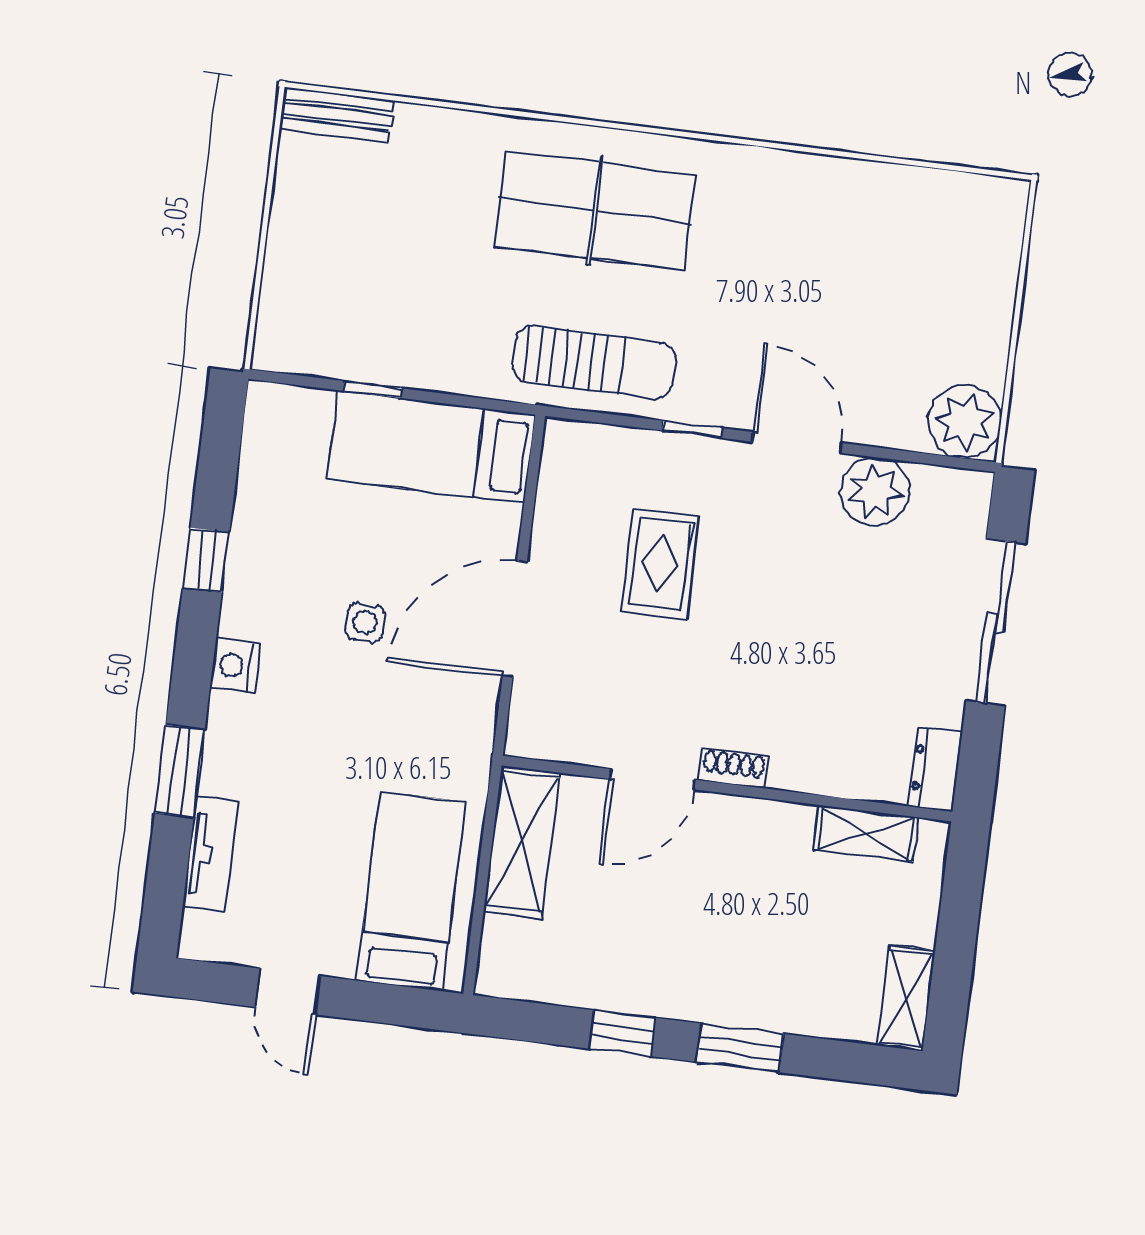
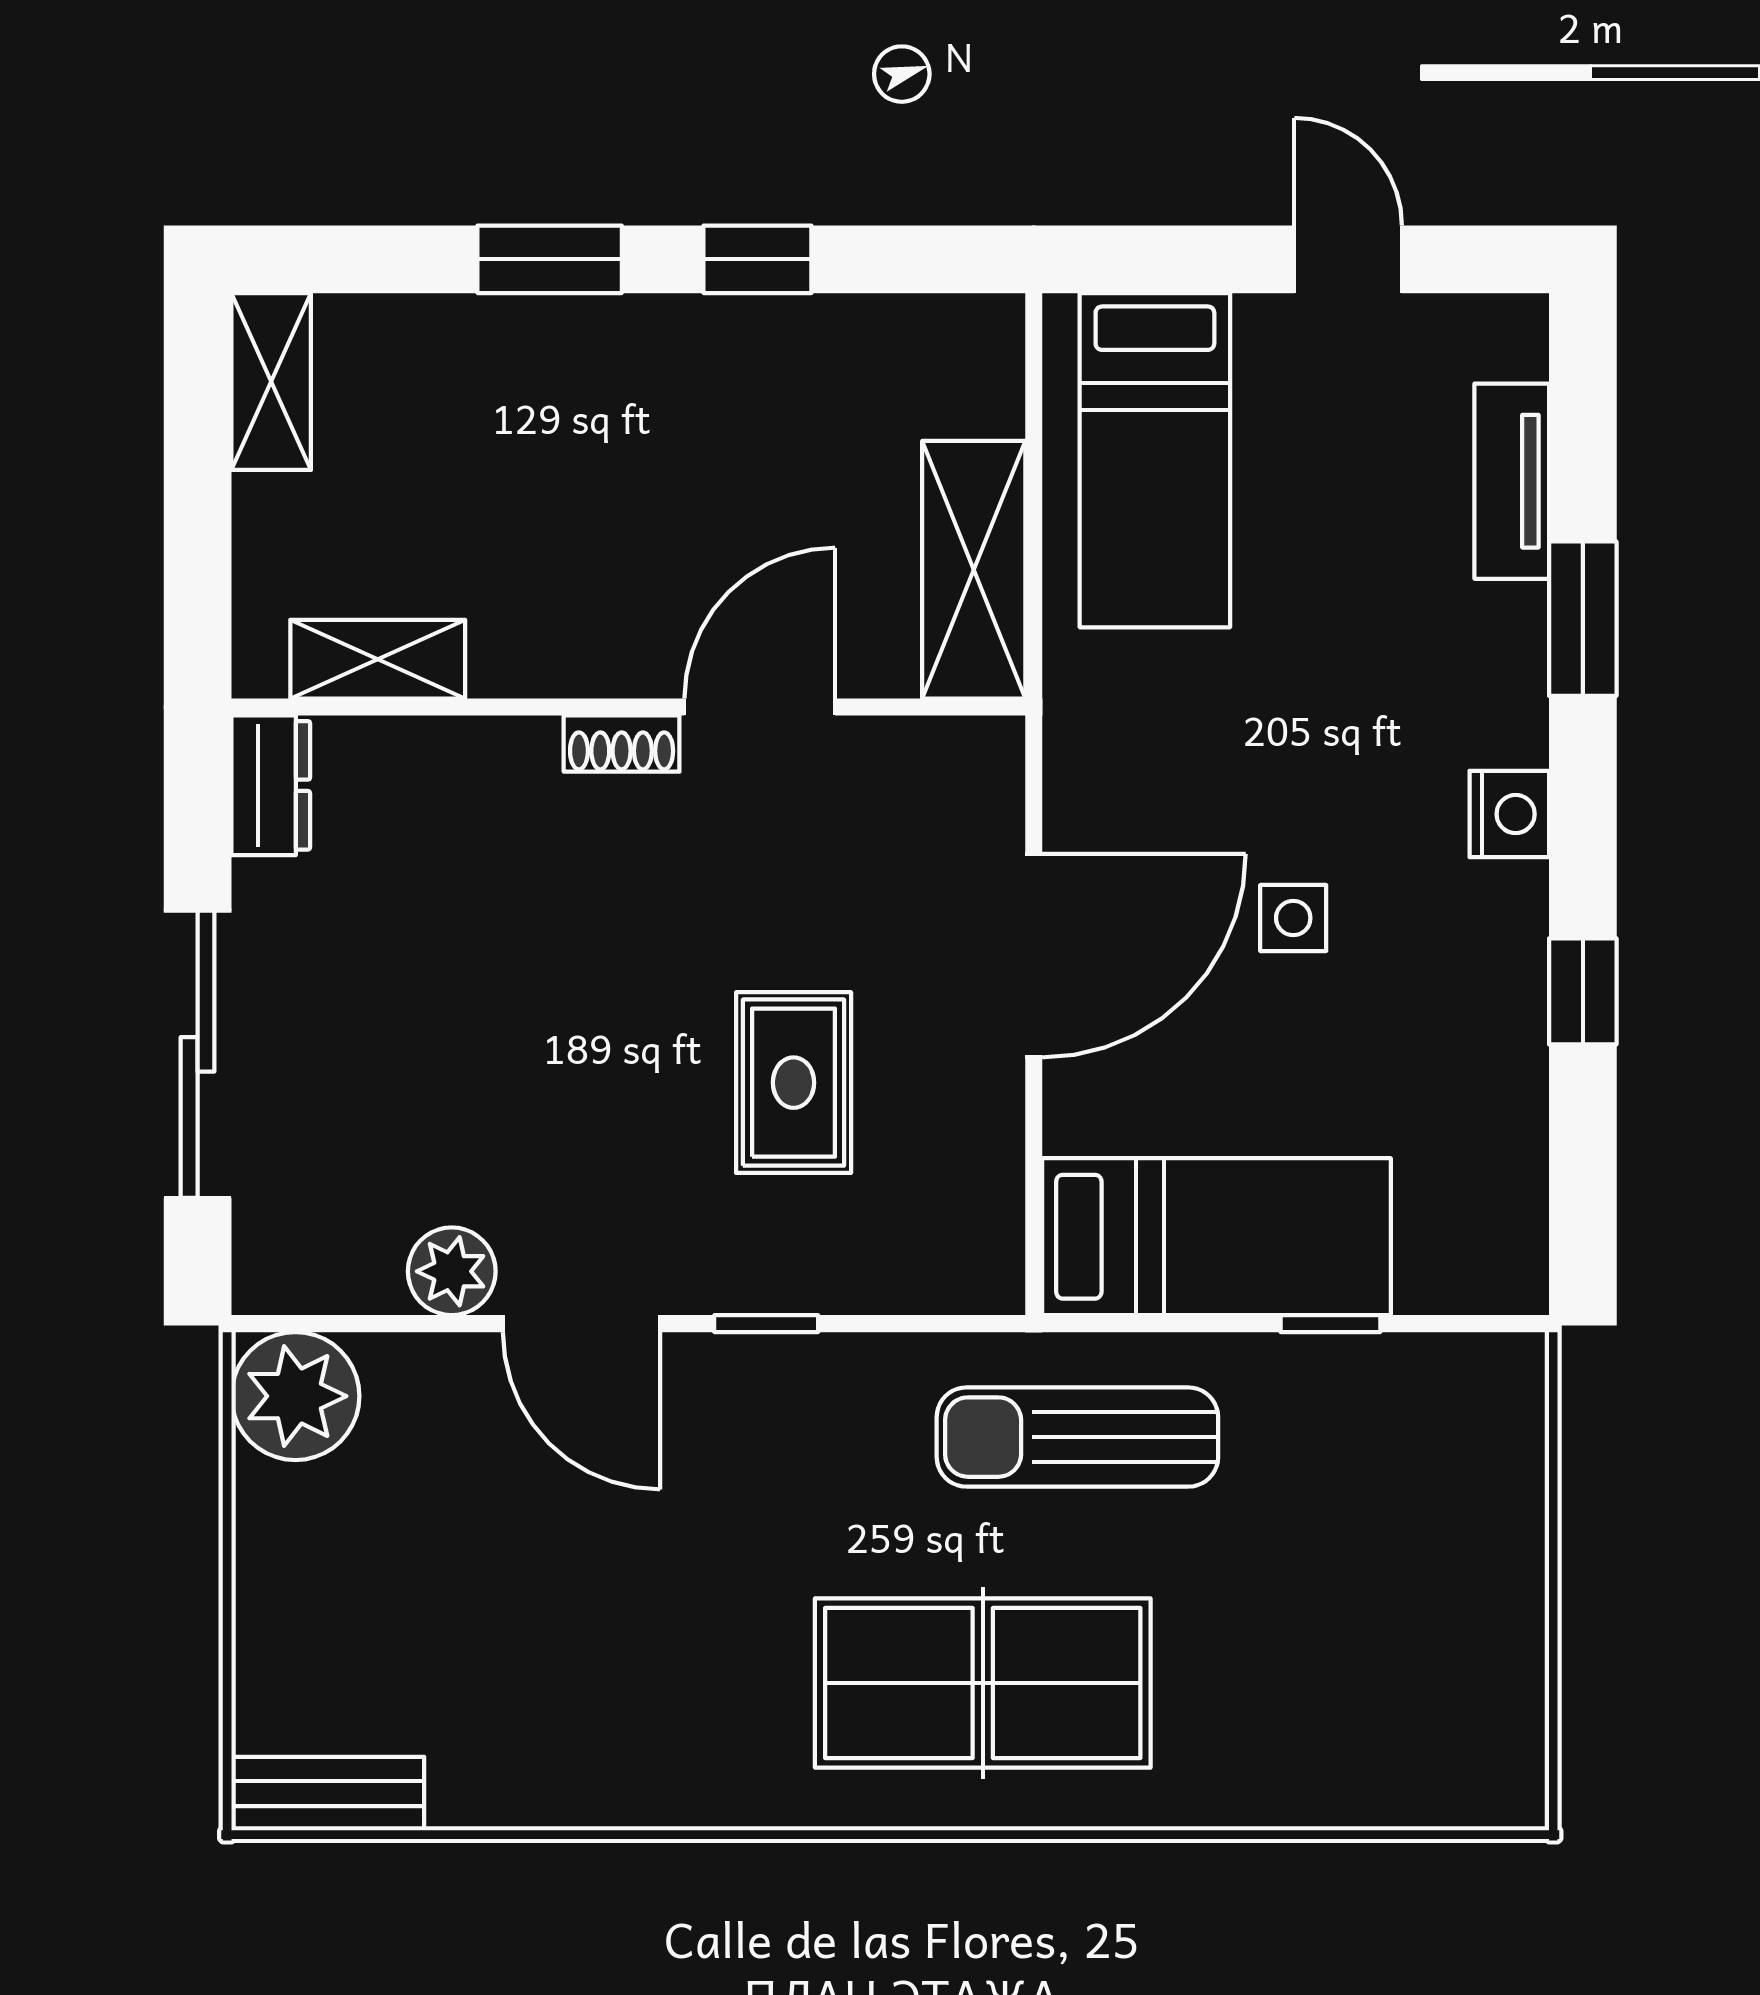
bench: (337, 115) -> (328, 1794), moved
sun lounger: (594, 362) -> (1077, 1437), moved
plant: (875, 491) -> (452, 1271), width x0.73, depth x0.73

